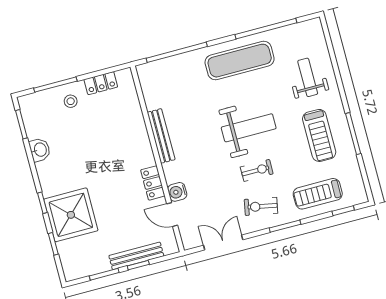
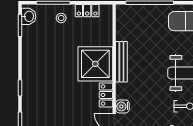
washbasin: (40, 150) -> (29, 16), moved
shower: (71, 215) -> (95, 64), moved

